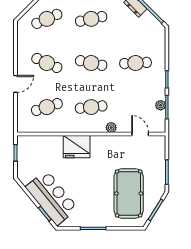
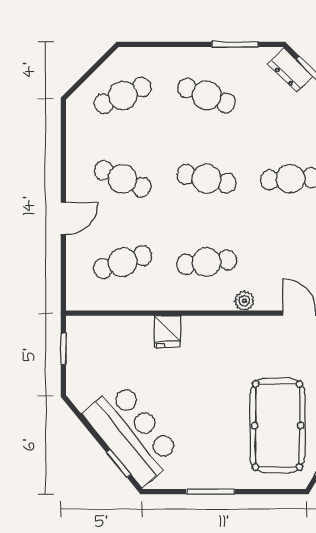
cafe table: (91, 19) -> (207, 95), turned 33
fridge: (77, 147) -> (167, 332), width x0.53, depth x0.75

